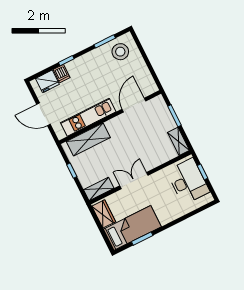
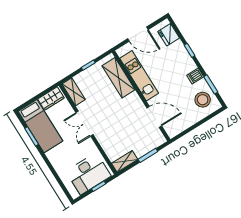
dishwasher: (62, 74) -> (195, 76), moved
door: (44, 114) -> (138, 34), swing flipped
double door: (134, 181) -> (84, 124), swing flipped

